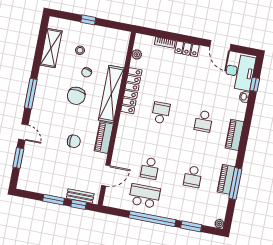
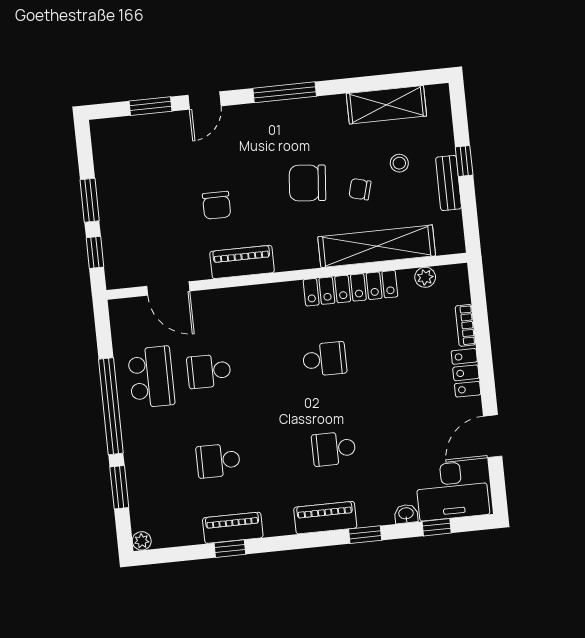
shelving: (111, 94) -> (377, 246), moved
window: (248, 119) -> (365, 535), added
window: (235, 184) -> (230, 549), width x0.46
bench: (80, 196) -> (449, 183), moved

